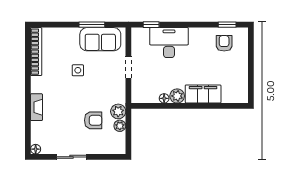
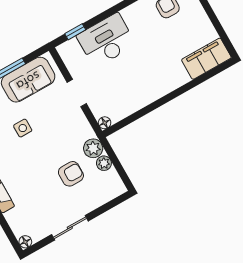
filing cabinet: (203, 94) -> (206, 59), moved
plant: (177, 96) -> (149, 94), removed
floor lamp: (164, 98) -> (105, 123), moved

